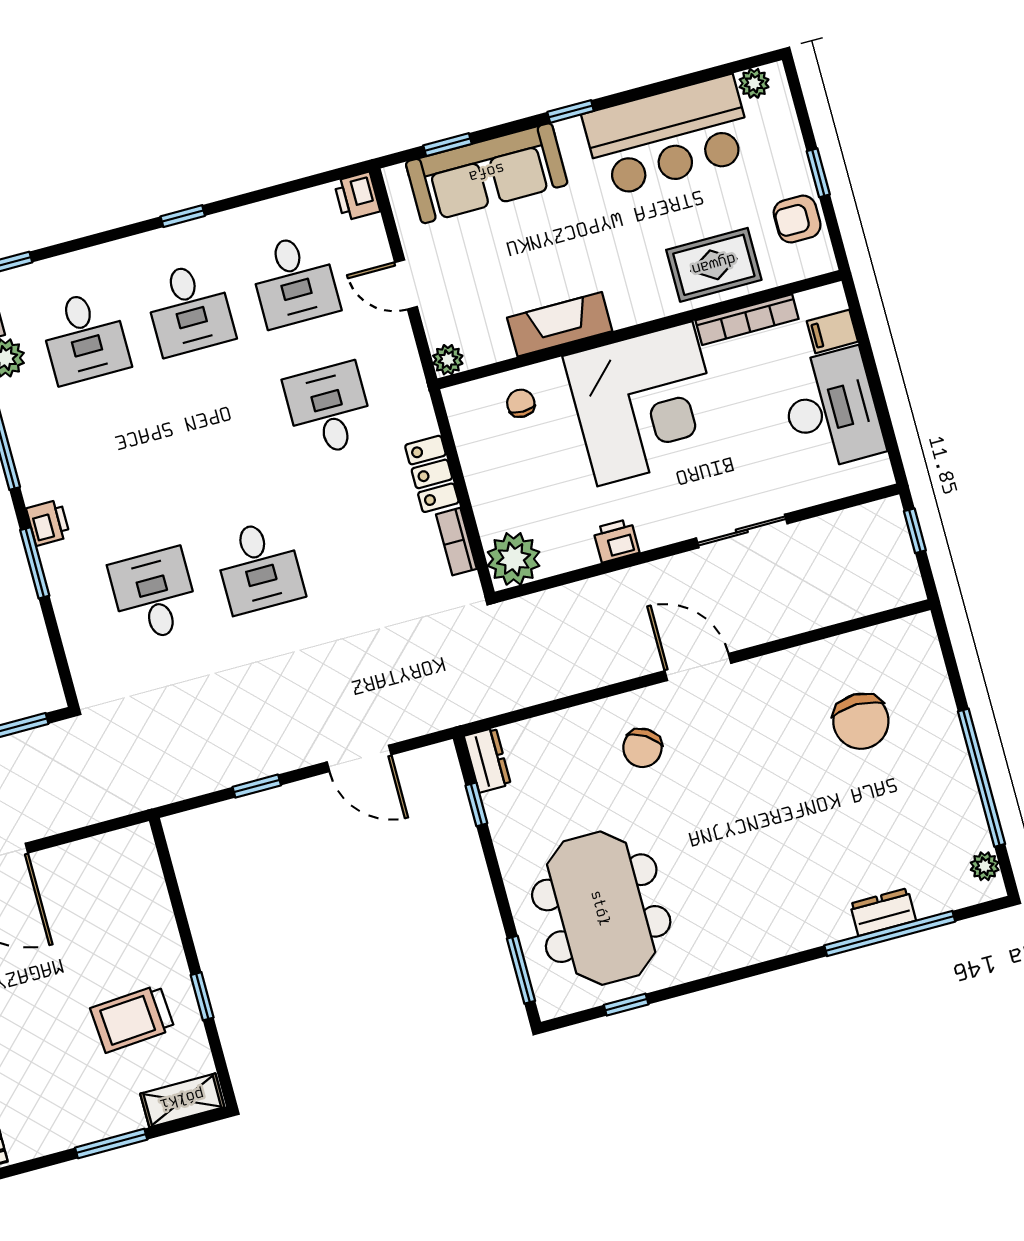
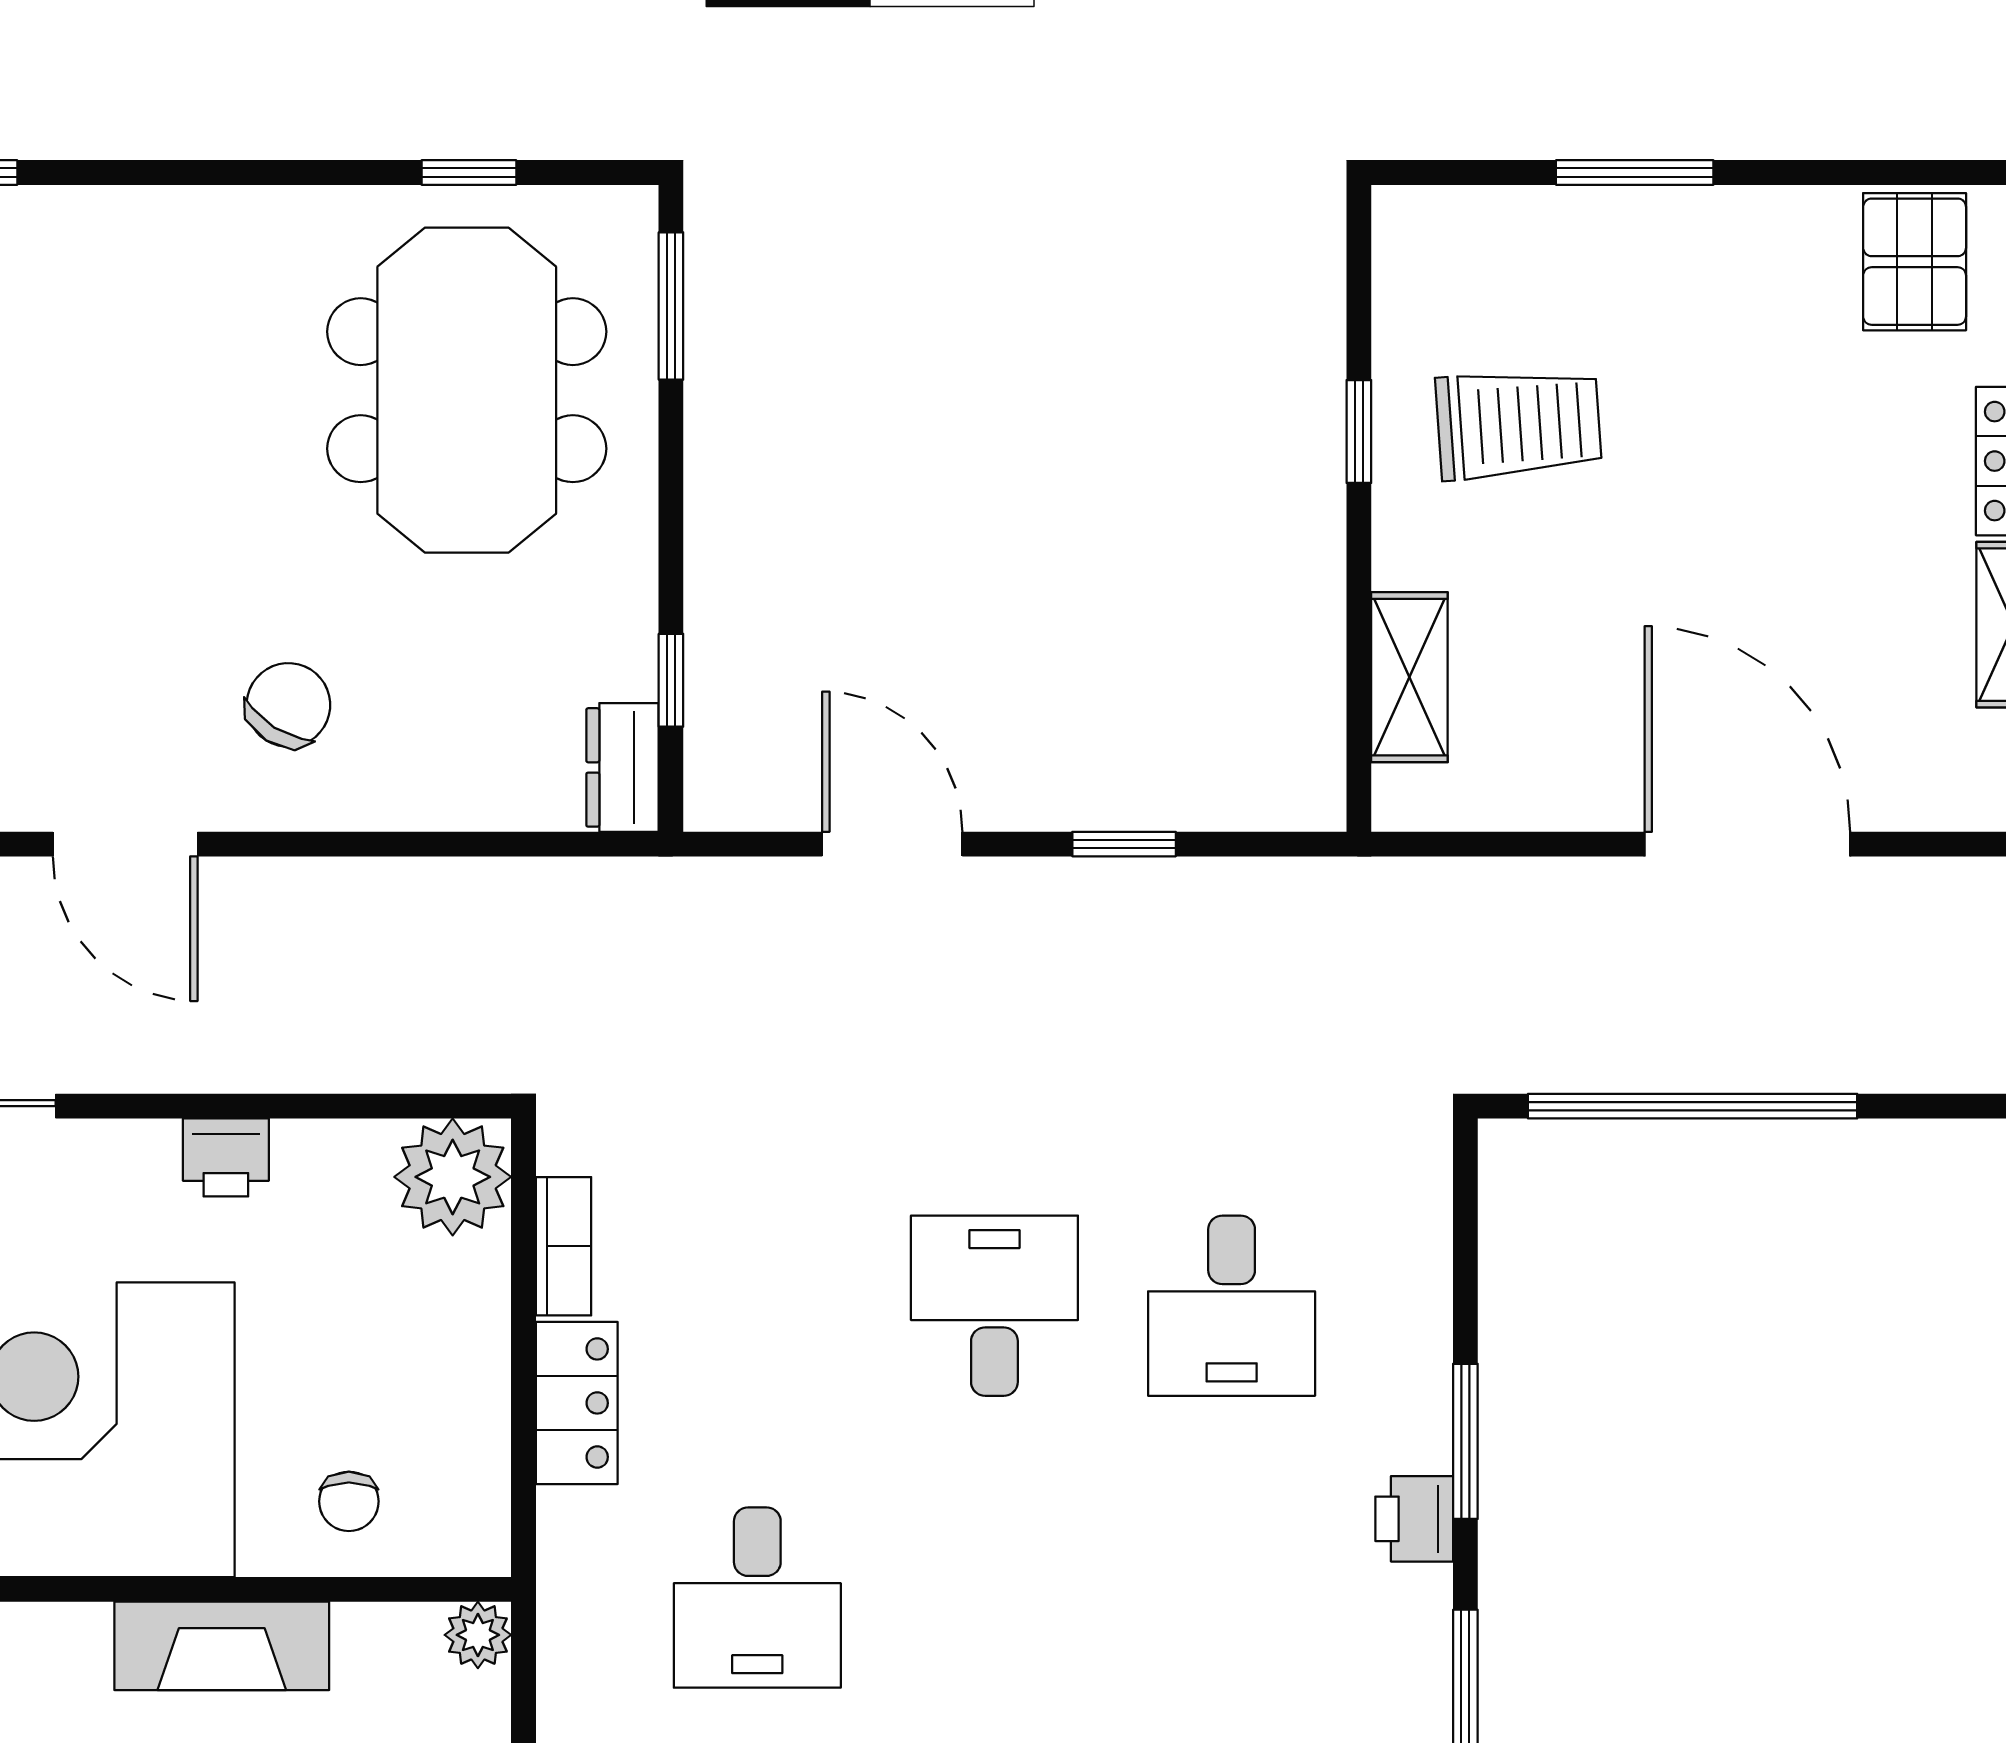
shelving: (182, 1100) -> (1409, 677), moved, turned 90

